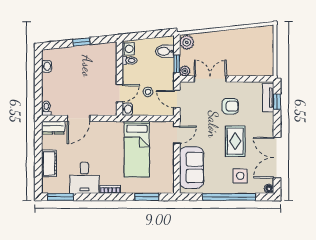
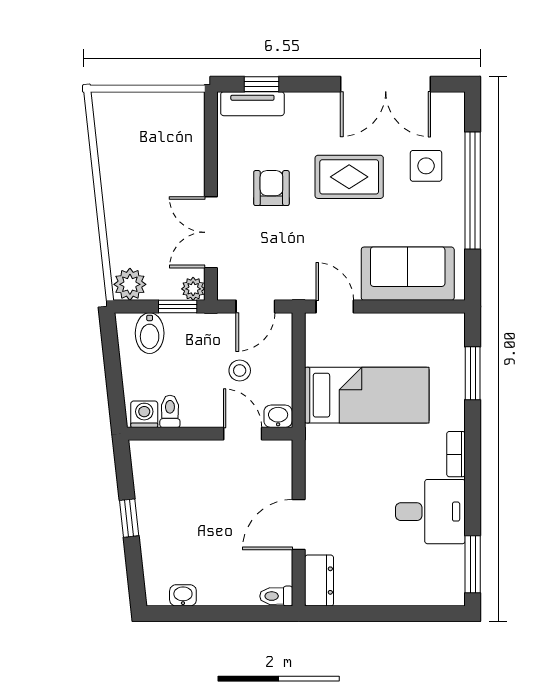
door: (78, 118) -> (299, 525), swing flipped
cot: (49, 163) -> (399, 590), removed
floor lamp: (269, 189) -> (455, 102), removed

